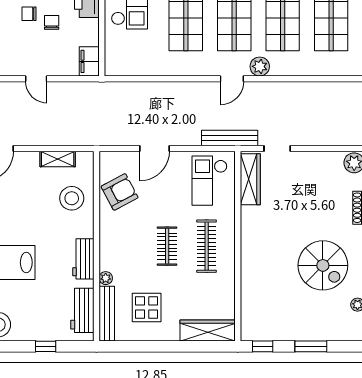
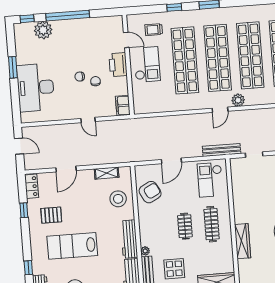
wardrobe: (250, 179) -> (243, 241), moved
workbench: (83, 259) -> (129, 239), width x1.38

